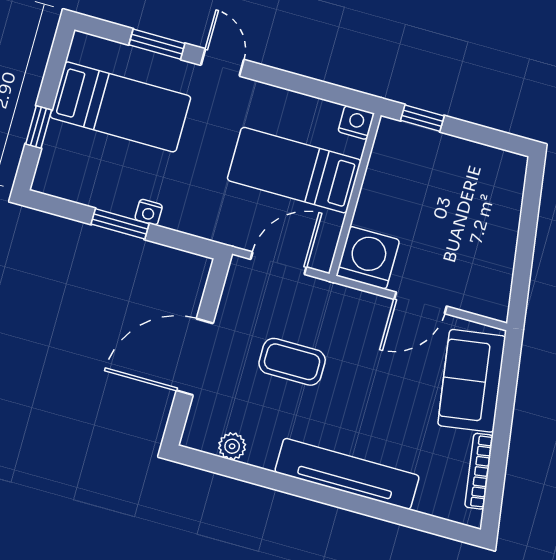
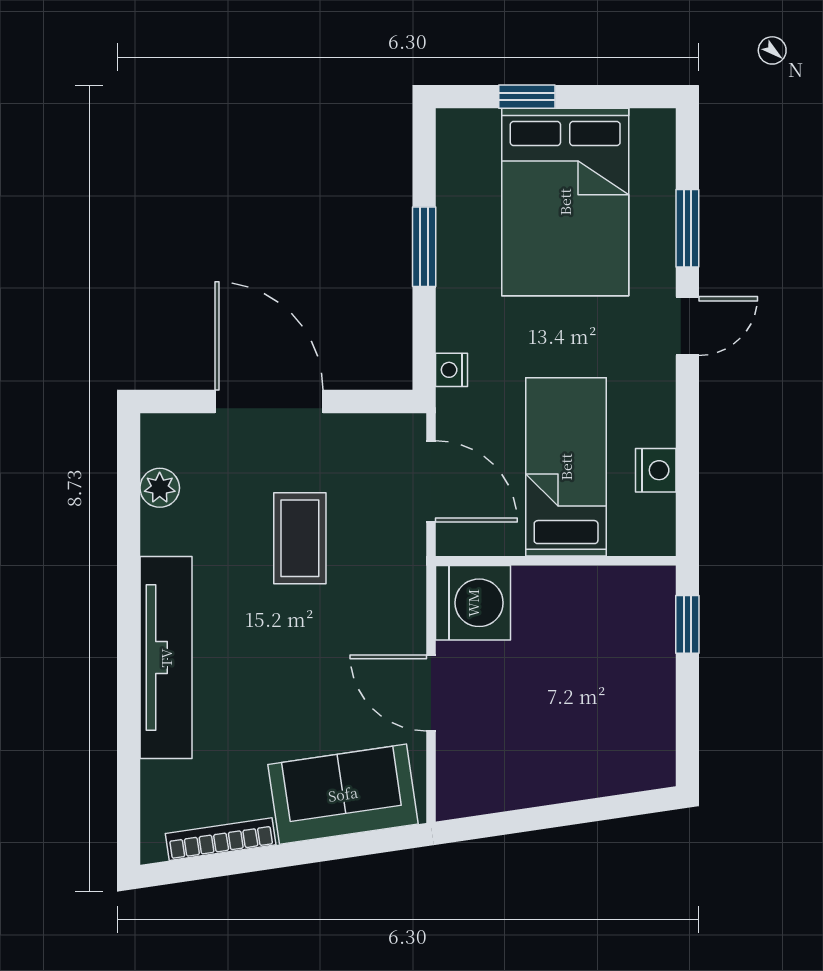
bed: (120, 107) -> (565, 202), width x1.50
nightstand: (356, 122) -> (656, 470), moved
nightstand: (149, 212) -> (452, 370), moved

